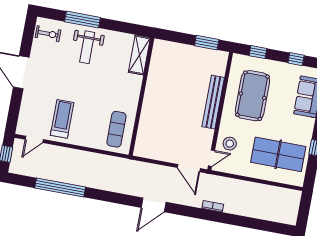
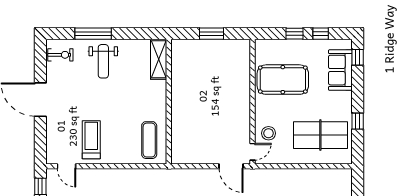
window: (207, 43) -> (212, 34), moved
window: (258, 52) -> (295, 34), moved
pool table: (252, 96) -> (283, 80), turned 90
bench: (213, 102) -> (244, 94), removed
door: (34, 139) -> (66, 166), hinge flipped

